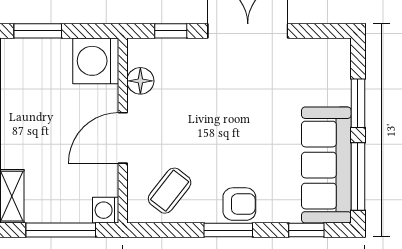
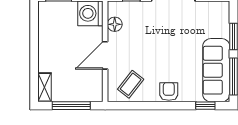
armchair: (239, 204) -> (169, 92), turned -90
washing machine: (106, 210) -> (96, 95), removed
window: (228, 230) -> (163, 106), removed

